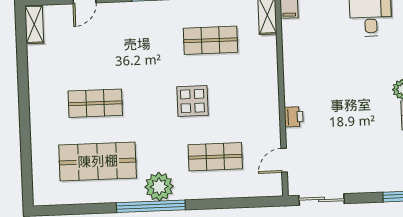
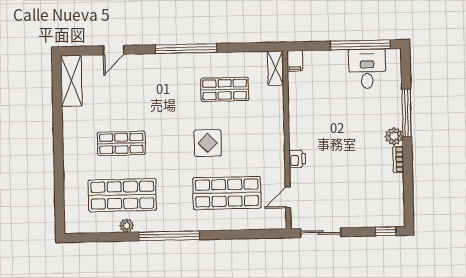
shelving: (34, 24) -> (71, 81), width x1.50, depth x1.33
shop shelf: (215, 157) -> (227, 193), width x1.43, depth x1.36
plant: (159, 187) -> (127, 226), moved, width x0.53, depth x0.53

